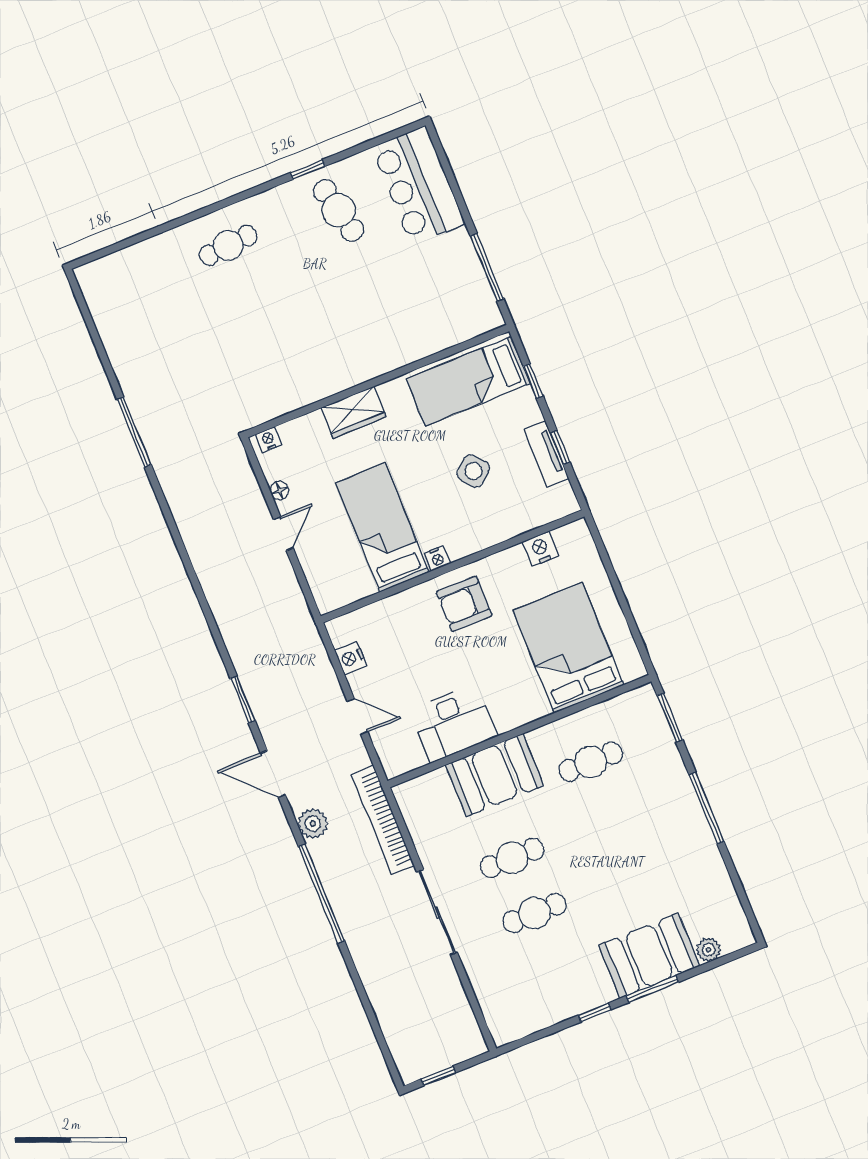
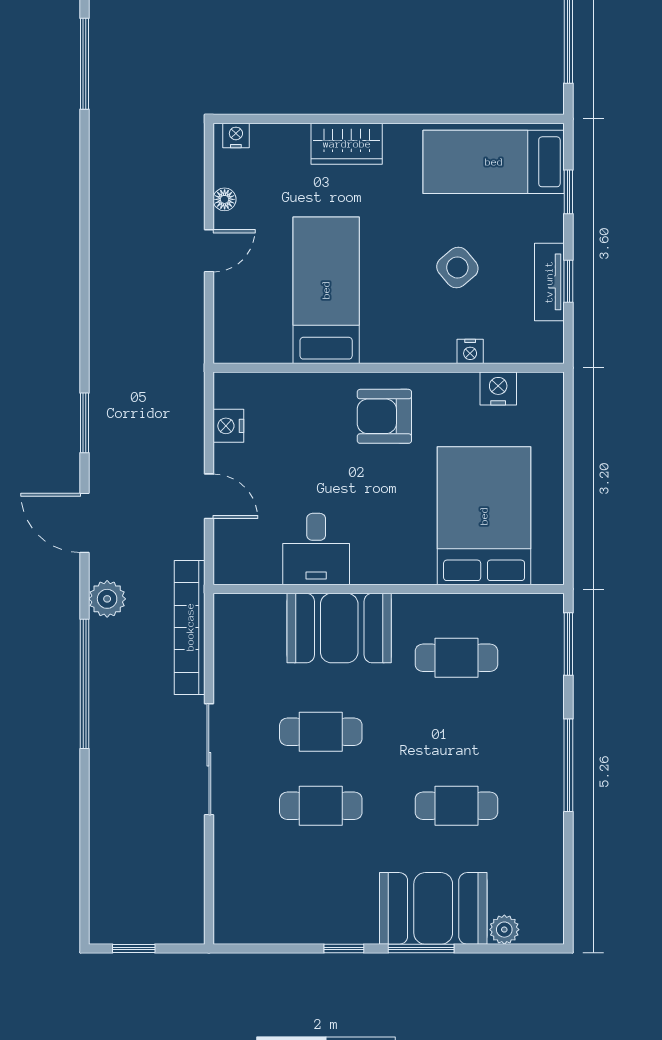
nightstand: (437, 558) -> (470, 351), moved
desk: (453, 723) -> (316, 549), width x0.73
cafe table: (635, 872) -> (456, 806), added

